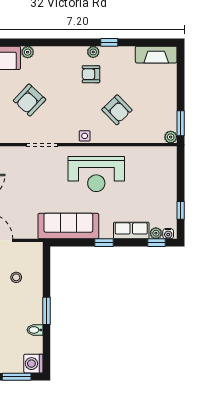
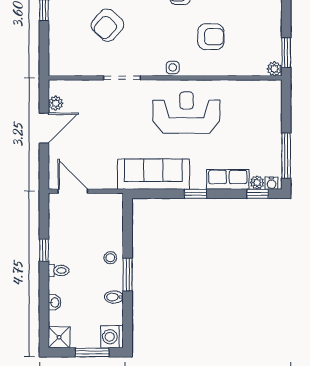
armchair: (117, 110) -> (211, 37), turned -46
reception desk: (96, 174) -> (186, 113), turned 180
window: (181, 210) -> (286, 156), width x2.17
stool: (16, 277) -> (110, 258), moved

